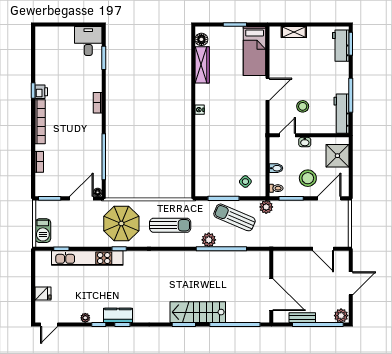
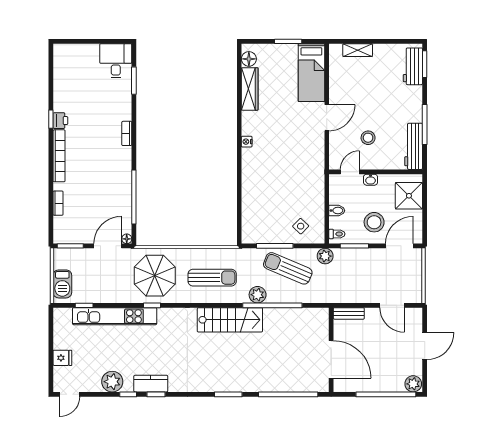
stairs: (198, 312) -> (230, 320), moved, turned 180
plant: (85, 318) -> (112, 382), width x1.88, depth x1.88
bench: (302, 318) -> (349, 313), moved

